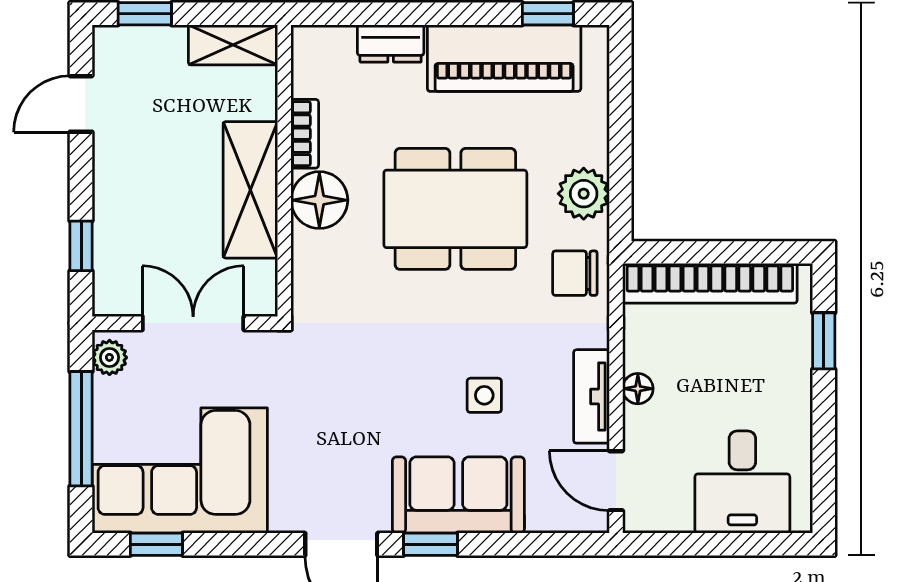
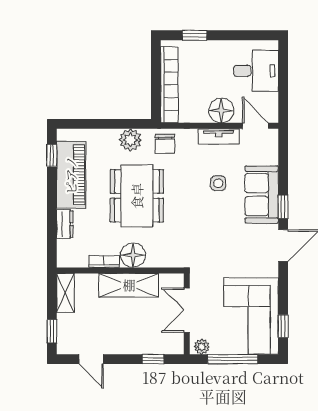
floor lamp: (638, 389) -> (221, 110), width x1.89, depth x1.89
door: (616, 481) -> (255, 126), swing flipped

